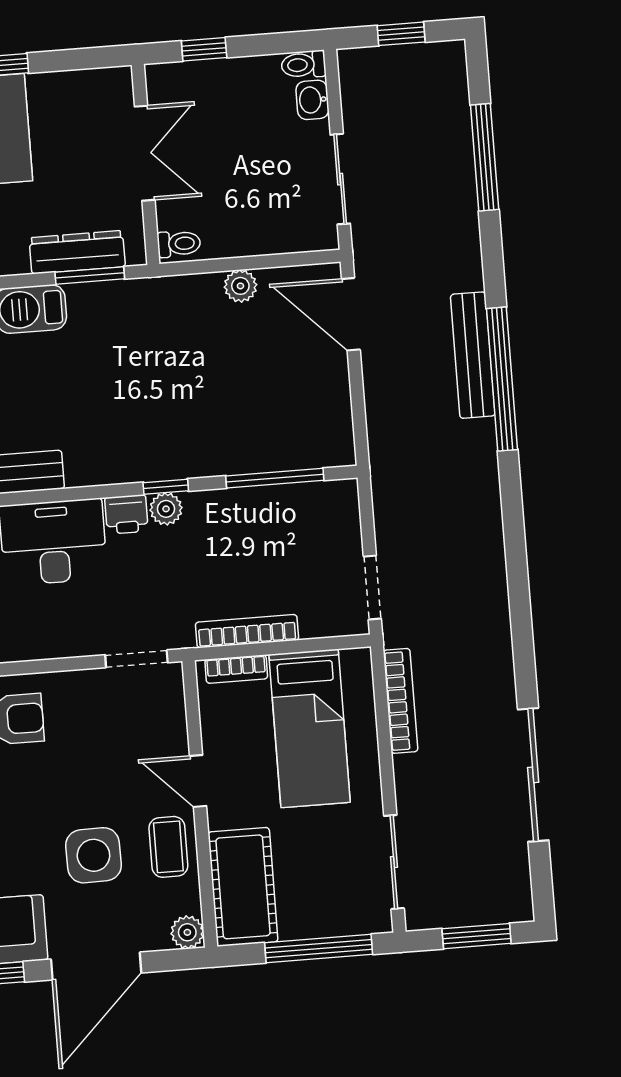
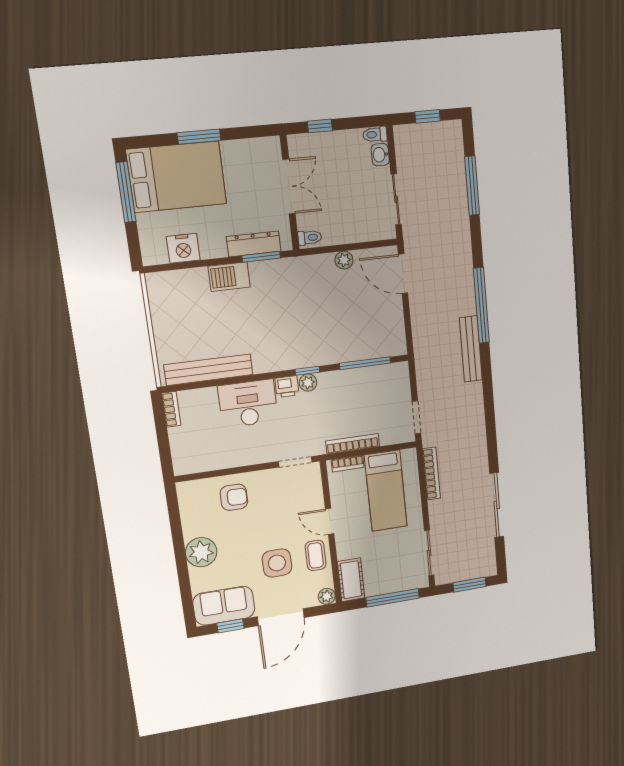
bench: (473, 355) -> (471, 349), moved
cot: (243, 887) -> (351, 580), width x0.73, depth x0.75

